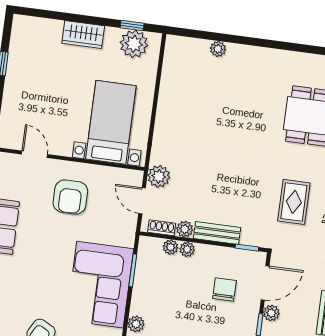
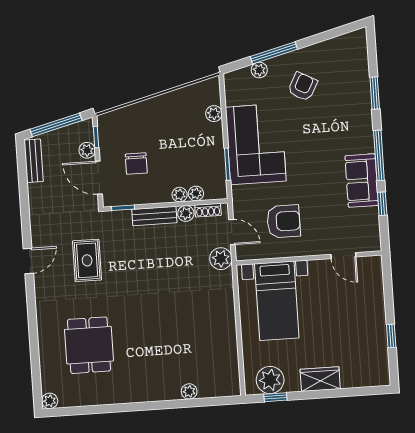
armchair: (70, 197) -> (284, 221), moved, turned 90
door: (265, 283) -> (99, 178), hinge flipped

